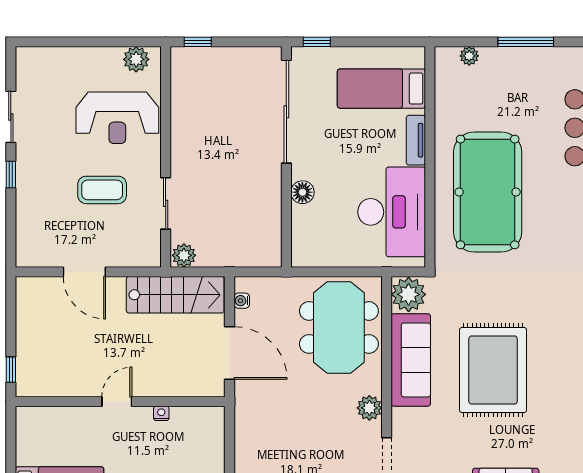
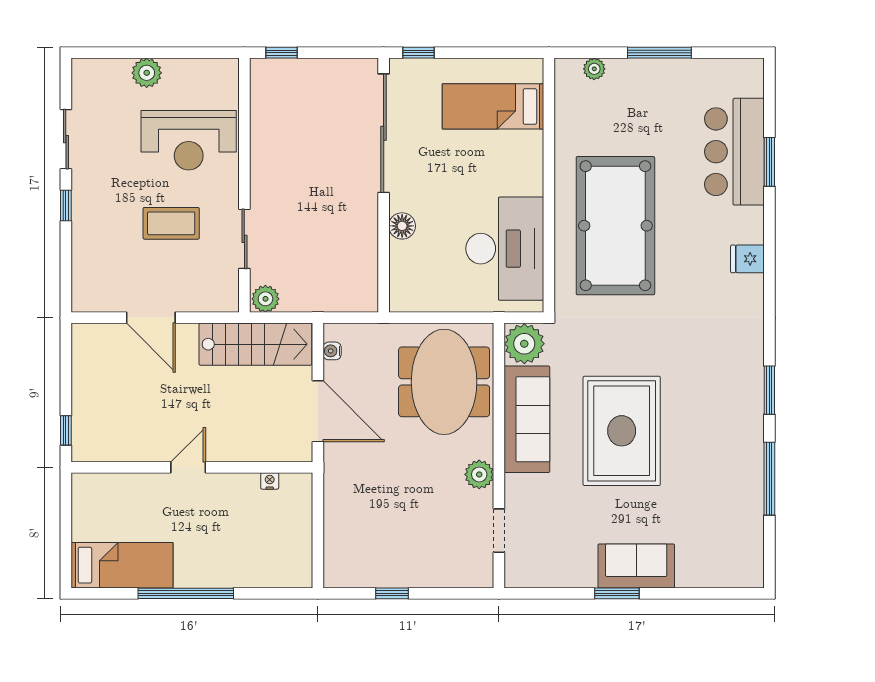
plant: (136, 59) -> (147, 73), moved
tv unit: (416, 140) -> (533, 166), removed
nightstand: (161, 413) -> (270, 481), moved

